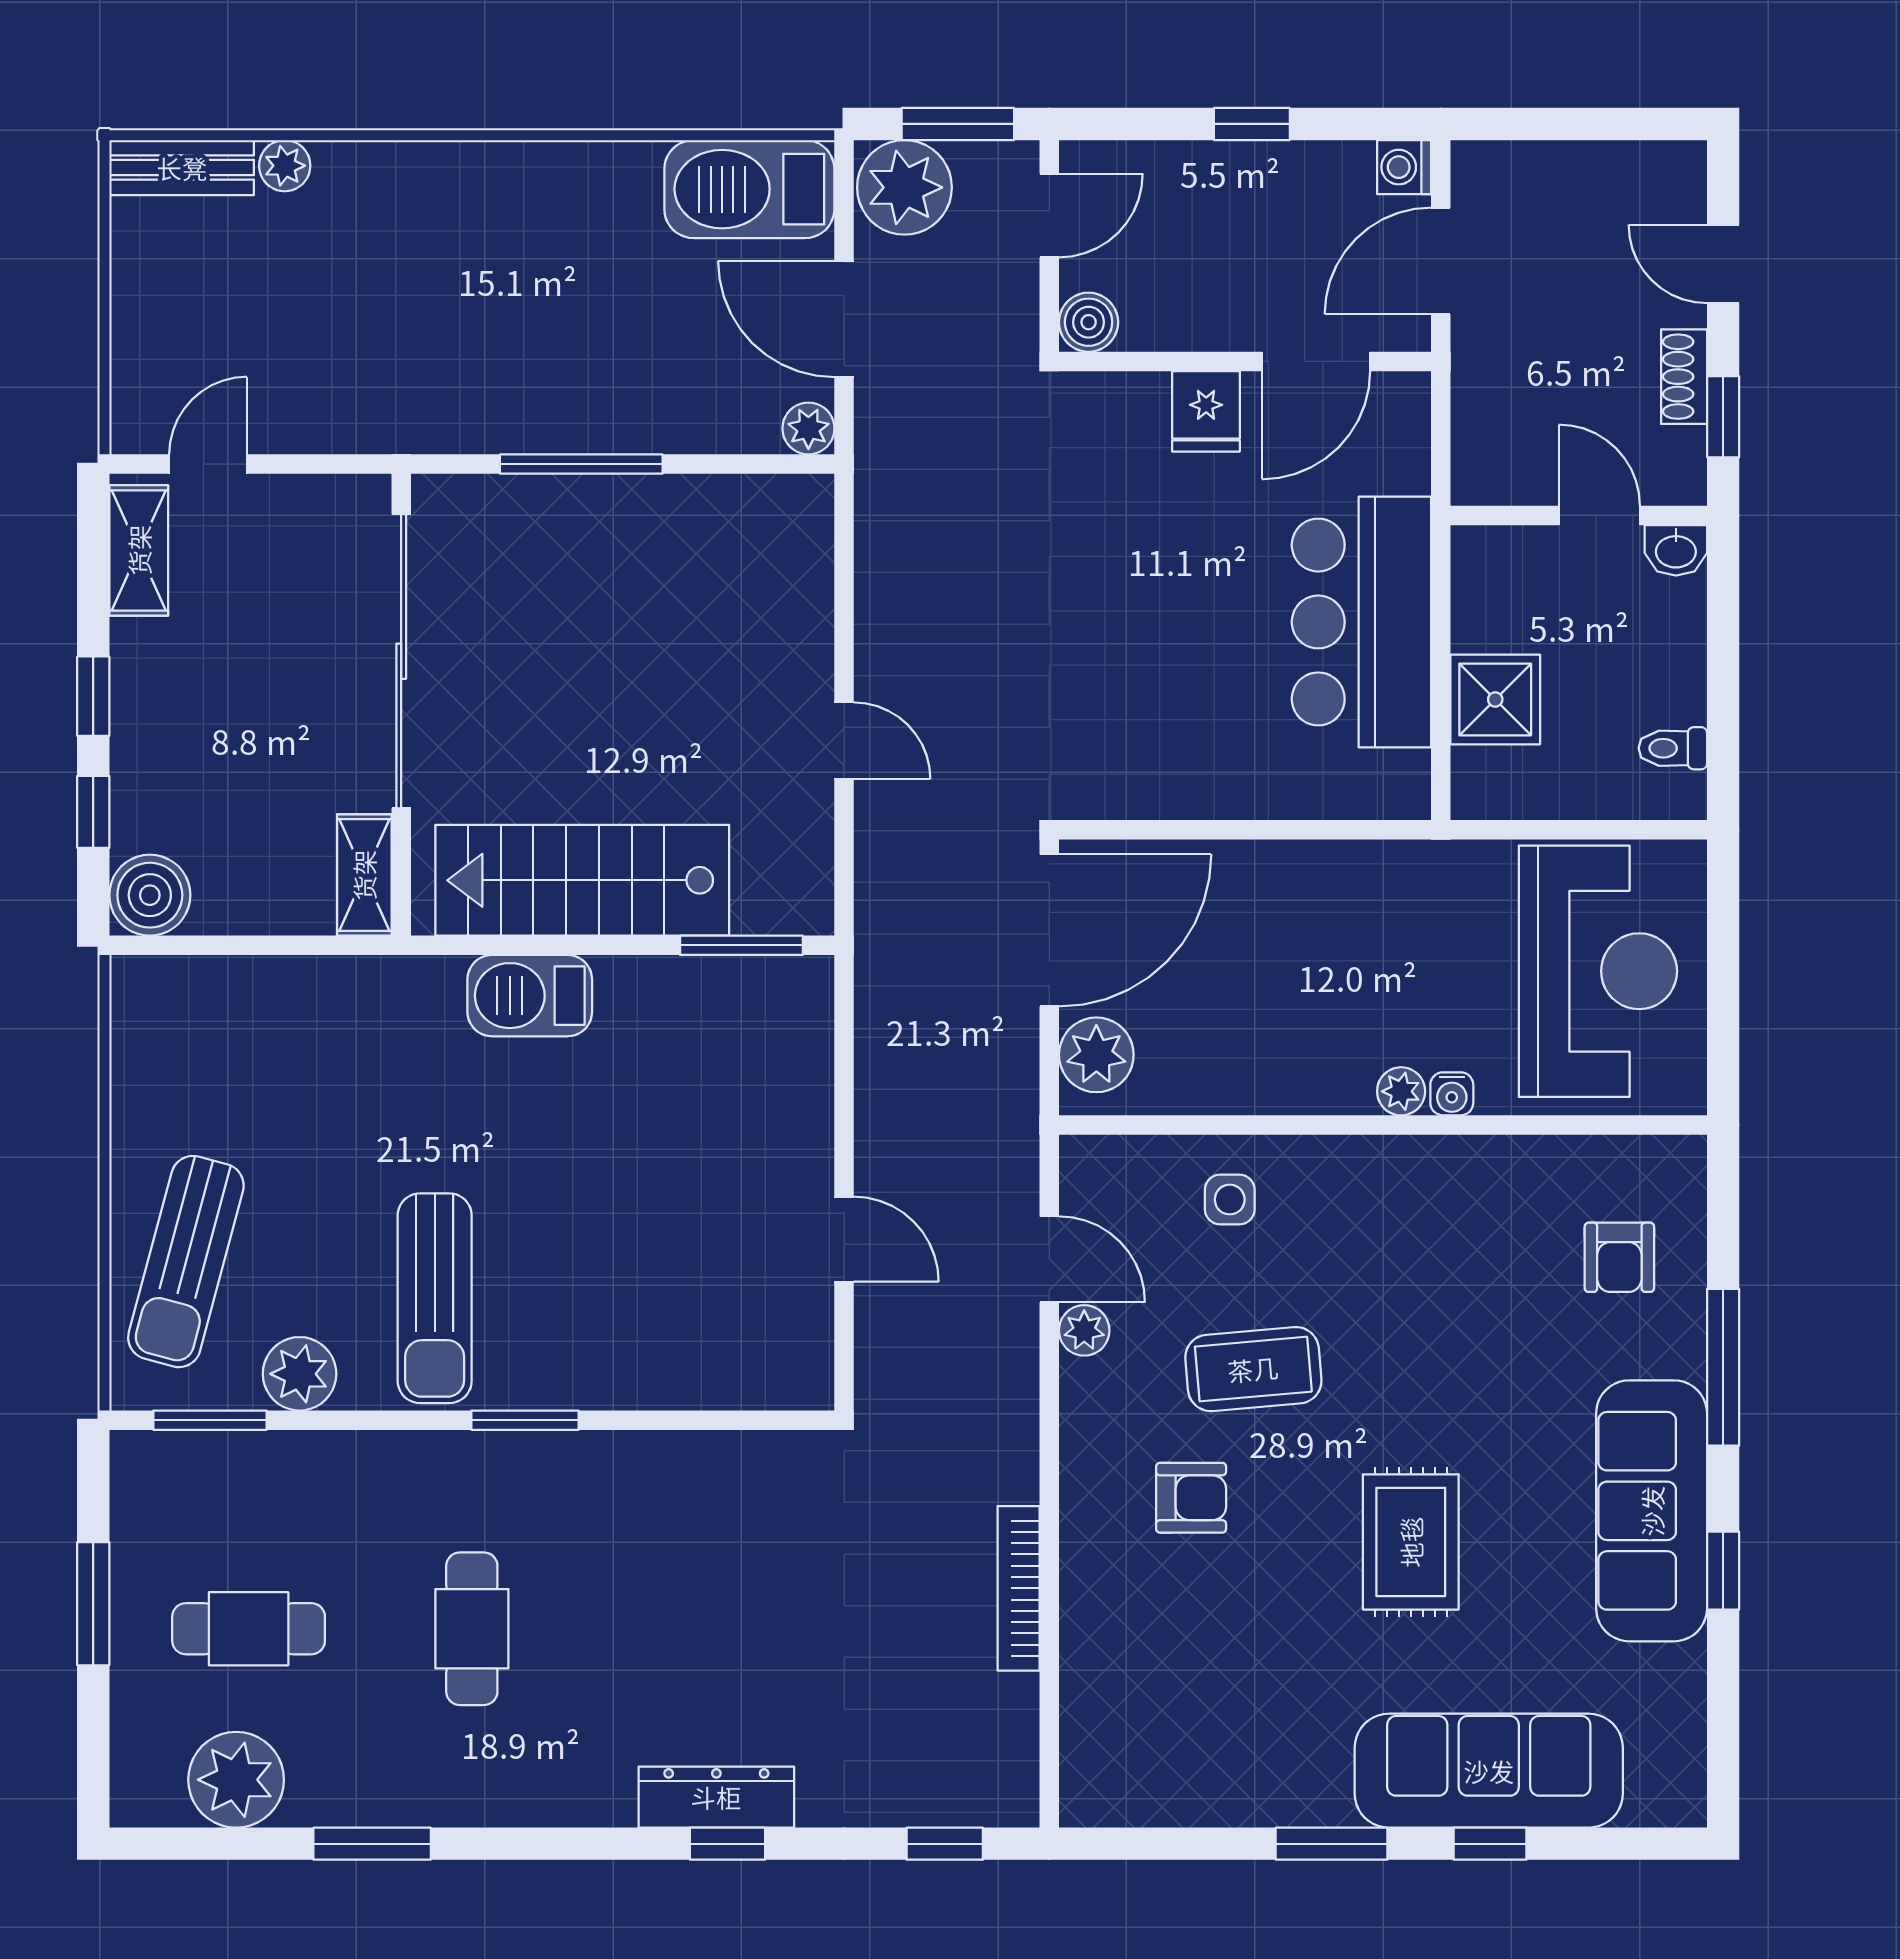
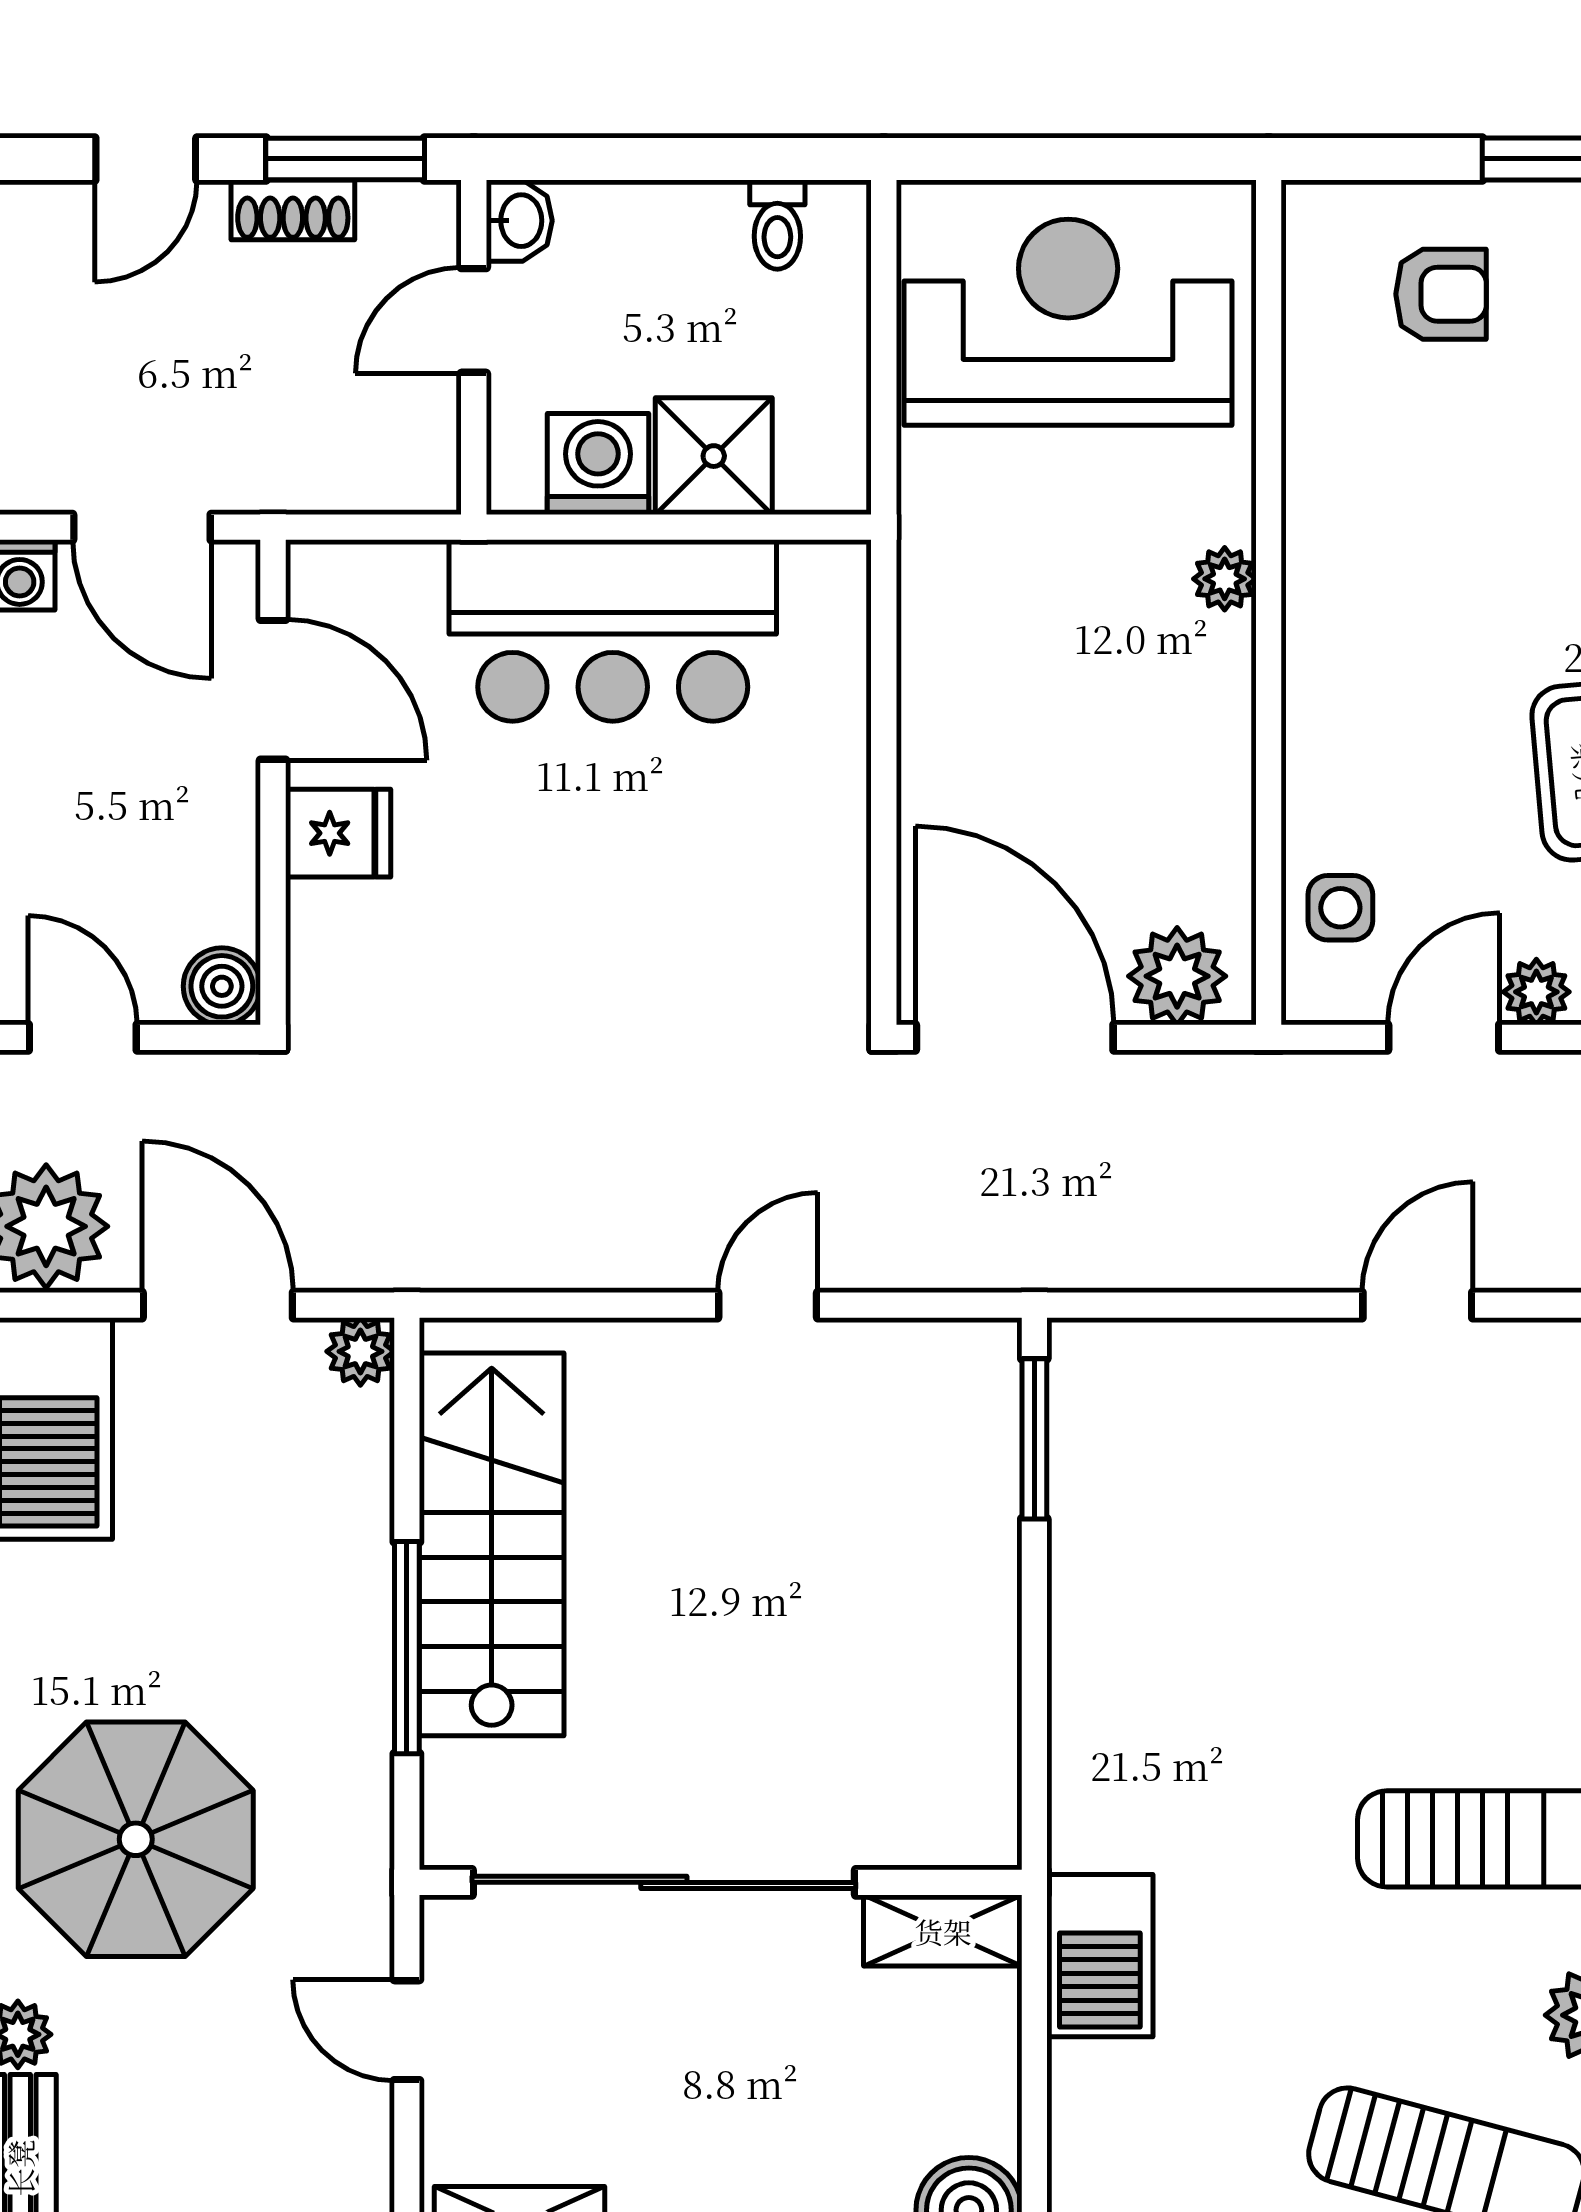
parasol: (434, 256) -> (136, 1839), added
door: (844, 319) -> (218, 1305), swing flipped
window: (1723, 417) -> (345, 159), width x1.50
door: (208, 464) -> (407, 2030), moved
washing machine: (1489, 611) -> (598, 464), added
stairs: (582, 880) -> (492, 1544), moved, turned 180
barbecue: (530, 996) -> (1100, 1956), moved
water cooler: (1452, 1094) -> (1228, 513), removed
side table: (1230, 1200) -> (1340, 908), moved

